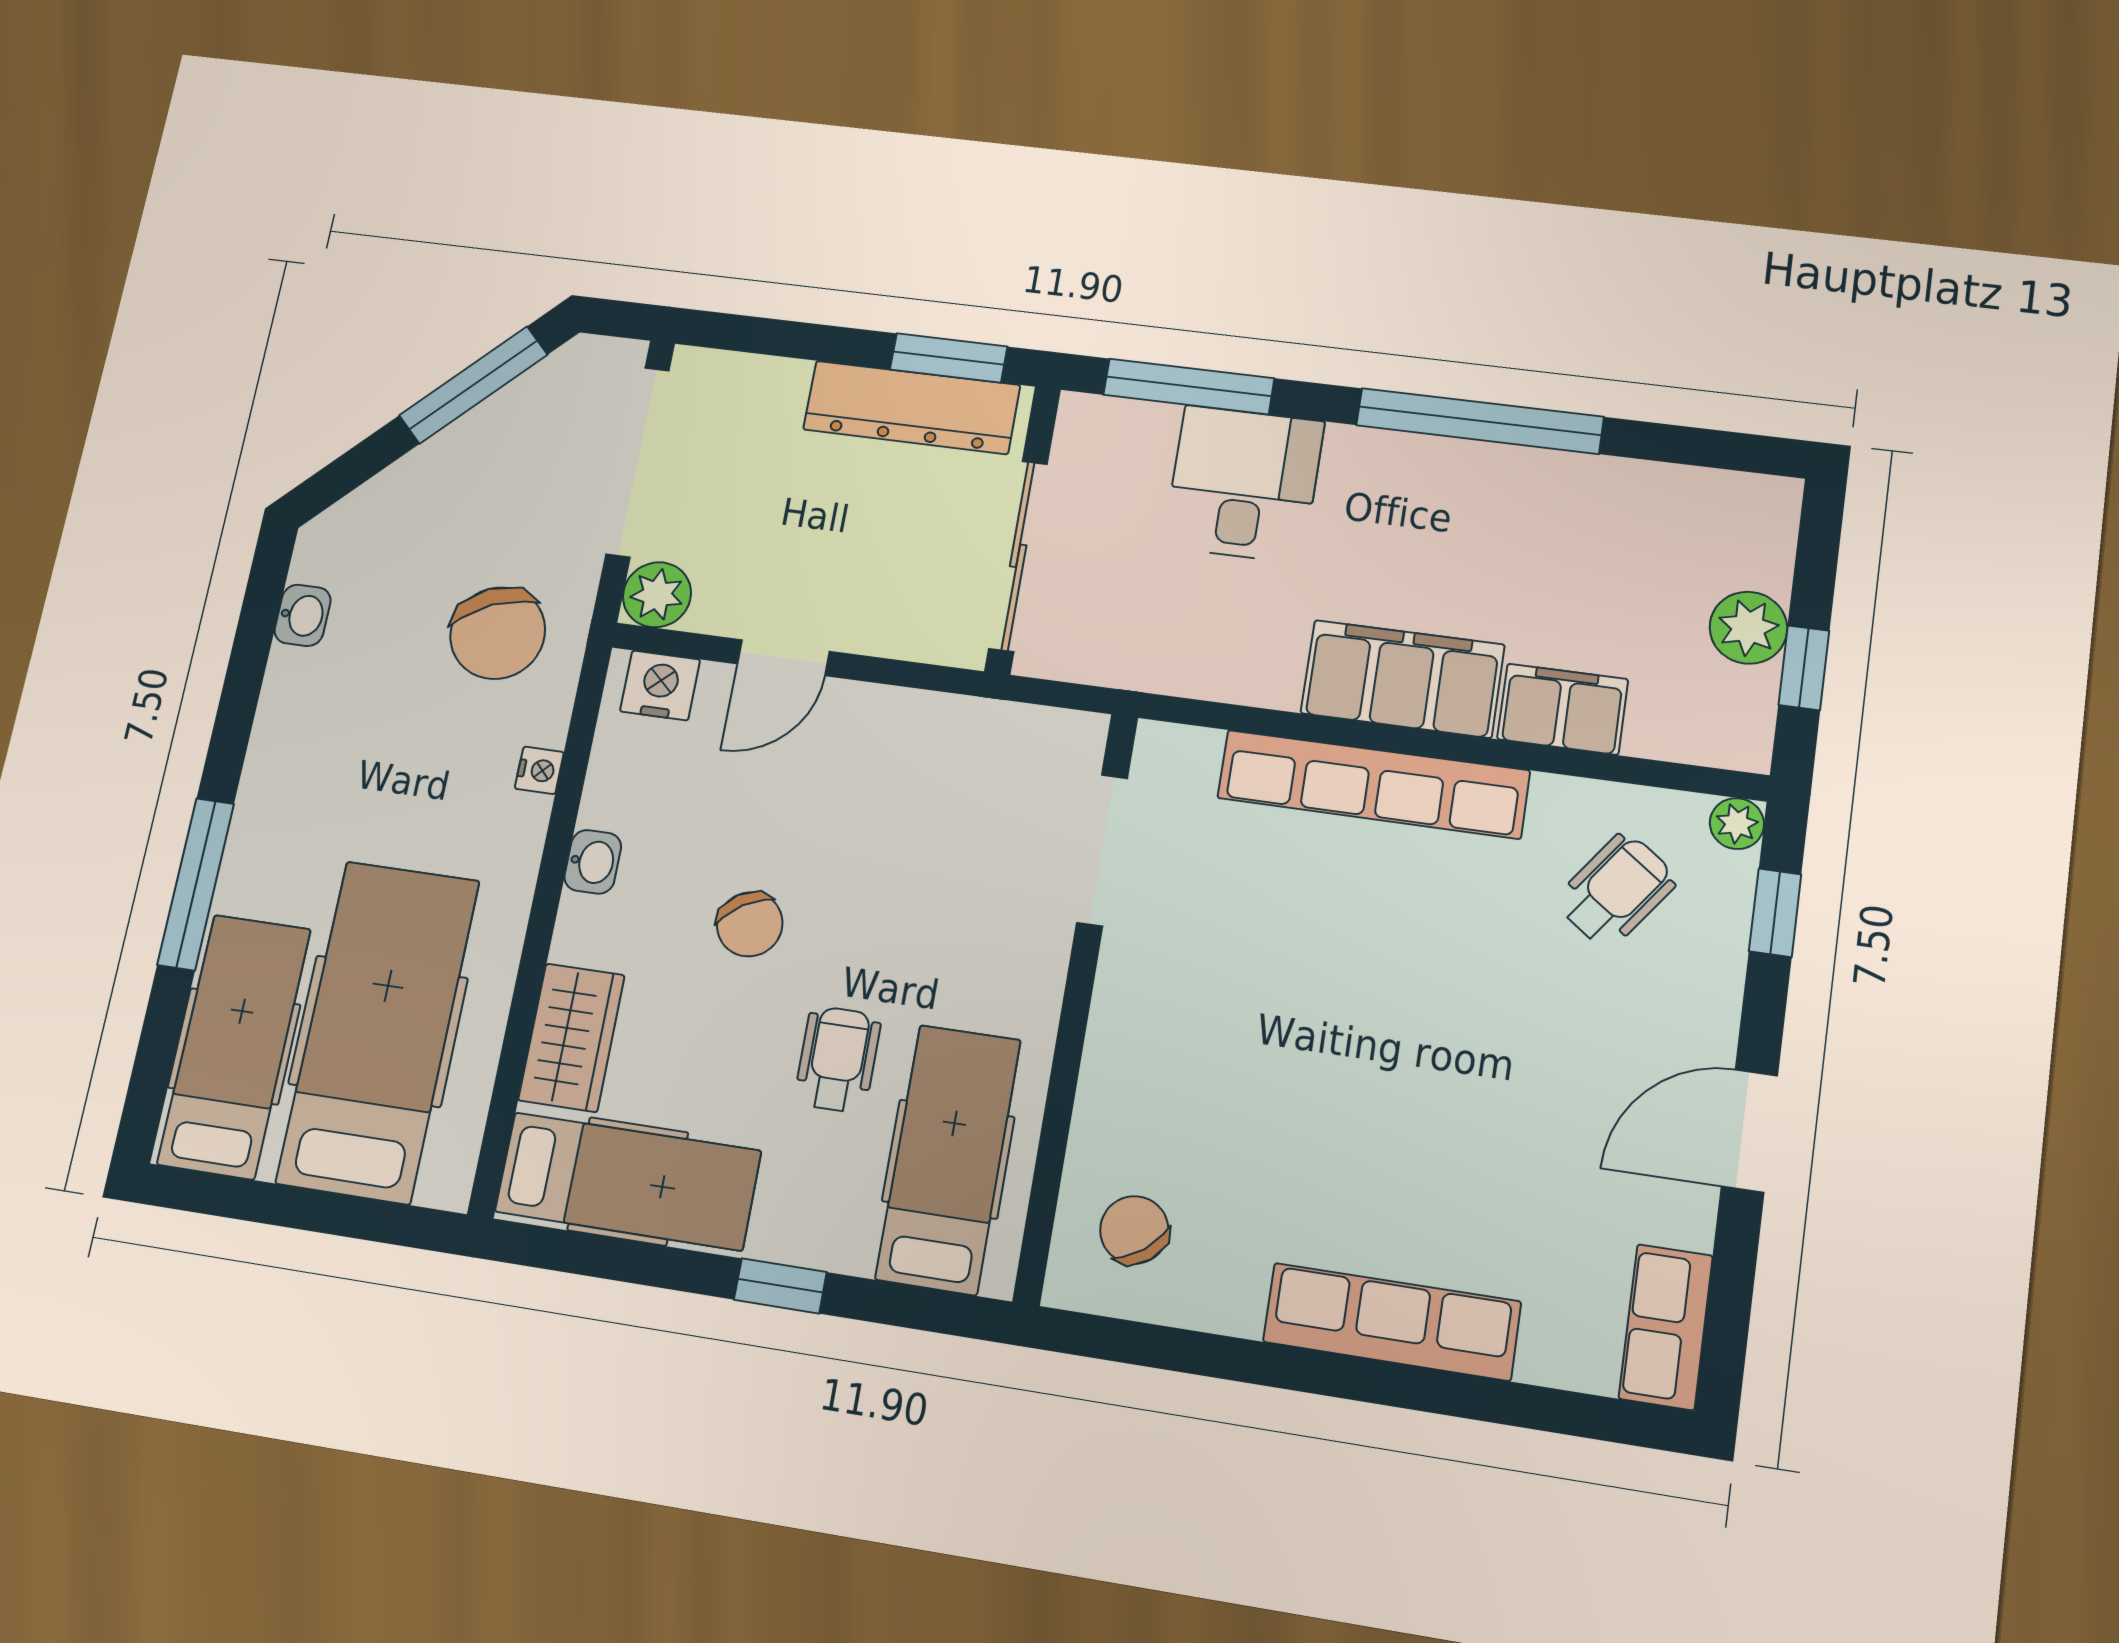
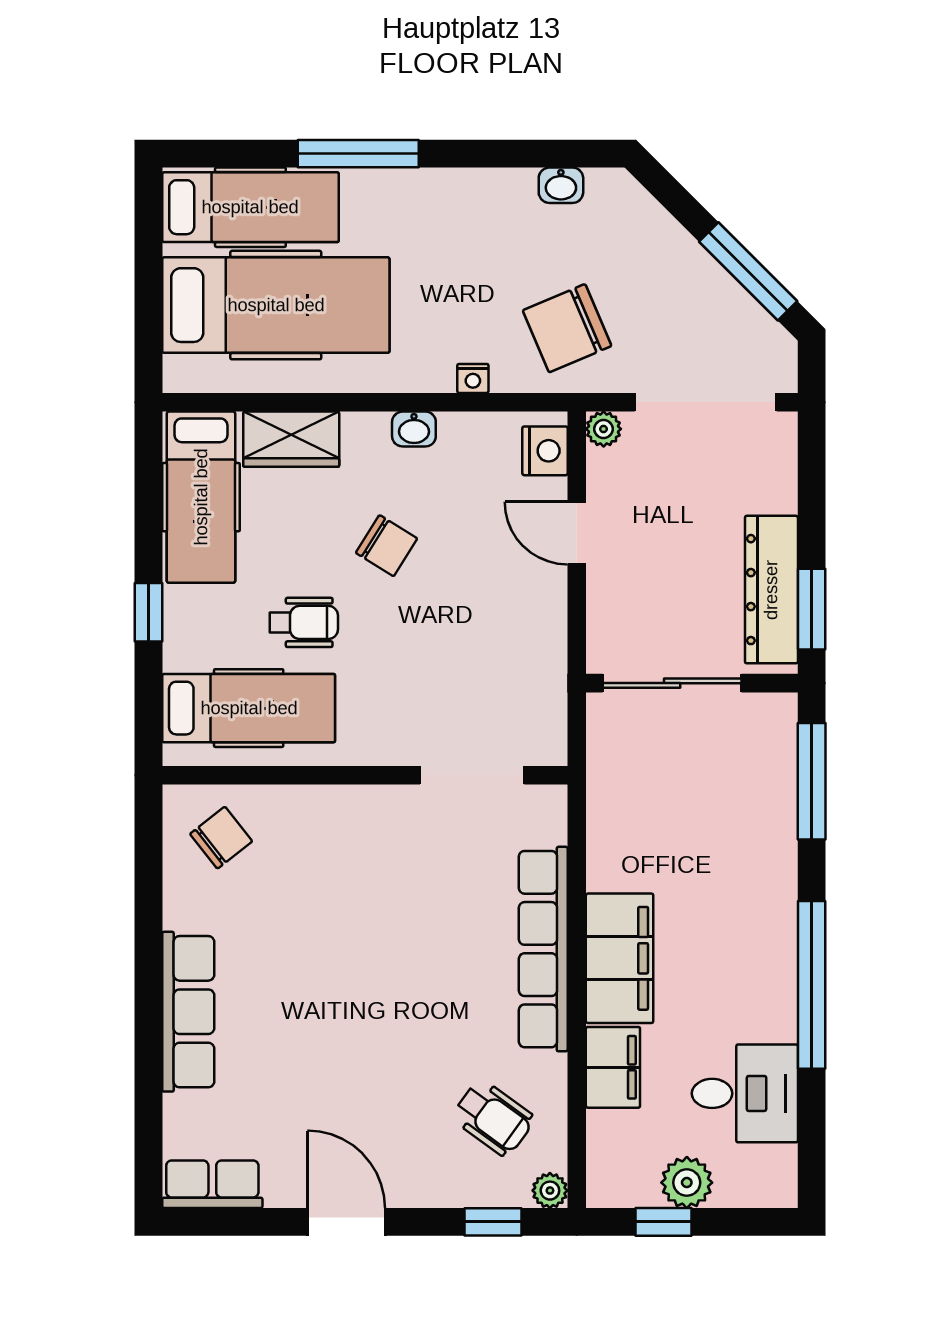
desk: (1244, 484) -> (745, 1093), moved
plant: (657, 595) -> (604, 429), width x0.73, depth x0.73
chair: (750, 924) -> (387, 546), turned -116

